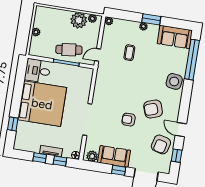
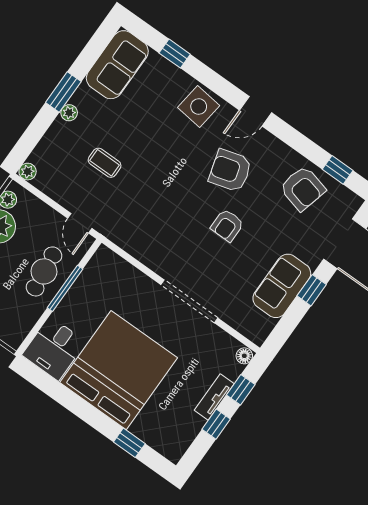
window: (192, 60) -> (175, 54), width x0.32
armchair: (153, 109) -> (230, 171), turned 93
door: (181, 130) -> (256, 111), moved
plant: (92, 156) -> (261, 326), removed

